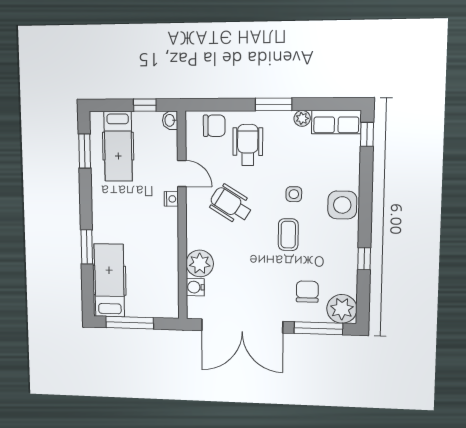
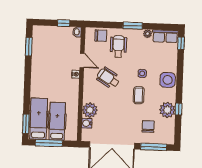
hospital bed: (118, 146) -> (57, 121), moved, turned 180
window: (87, 247) -> (26, 124), moved
plant: (342, 309) -> (167, 110), moved

